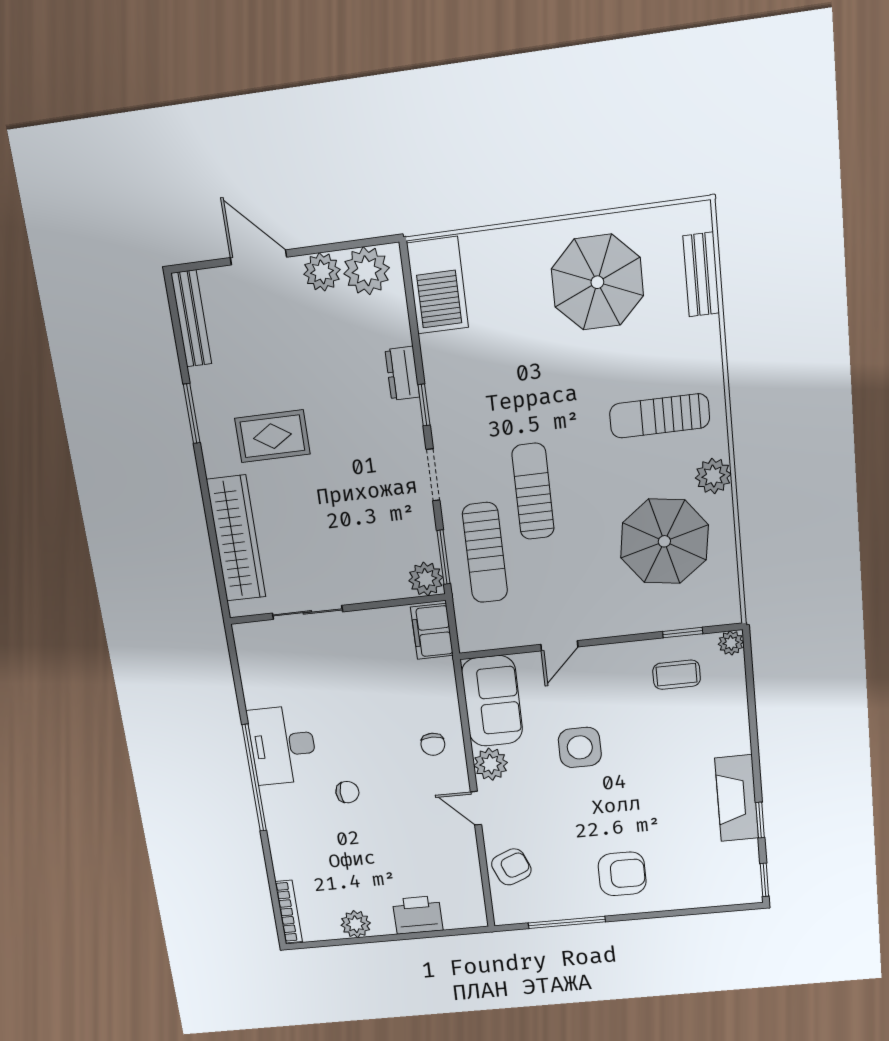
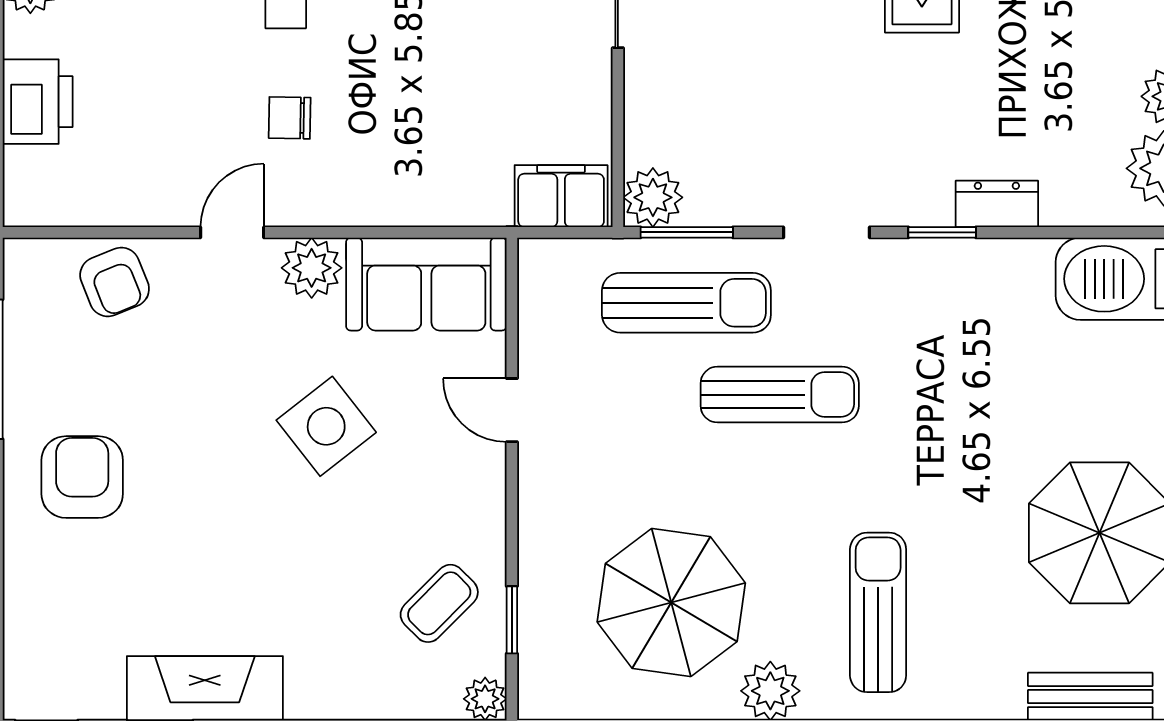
sun lounger: (485, 553) -> (686, 303), turned 180
coffee table: (677, 675) -> (439, 603), turned 45
chair: (433, 744) -> (290, 118), moved
side table: (580, 747) -> (326, 426), turned -38
armchair: (622, 874) -> (82, 477), turned 180

